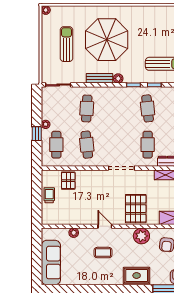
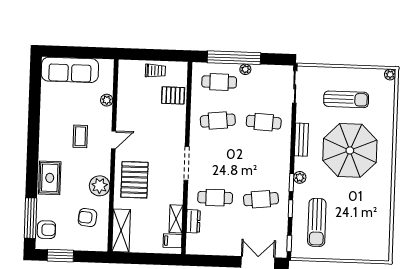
plant: (118, 78) -> (300, 177), moved
window: (37, 134) -> (234, 58), width x3.17
pallet: (136, 209) -> (134, 180), turned 90

